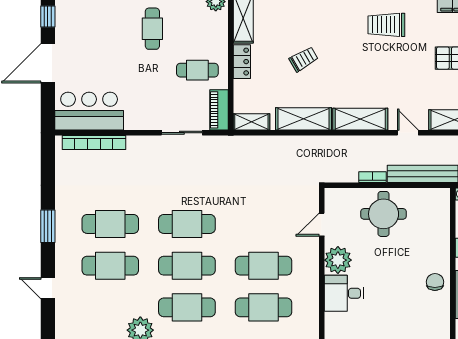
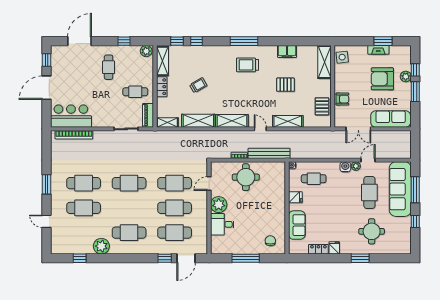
cafe table: (187, 266) -> (175, 183), moved
chair: (435, 282) -> (270, 241), moved

